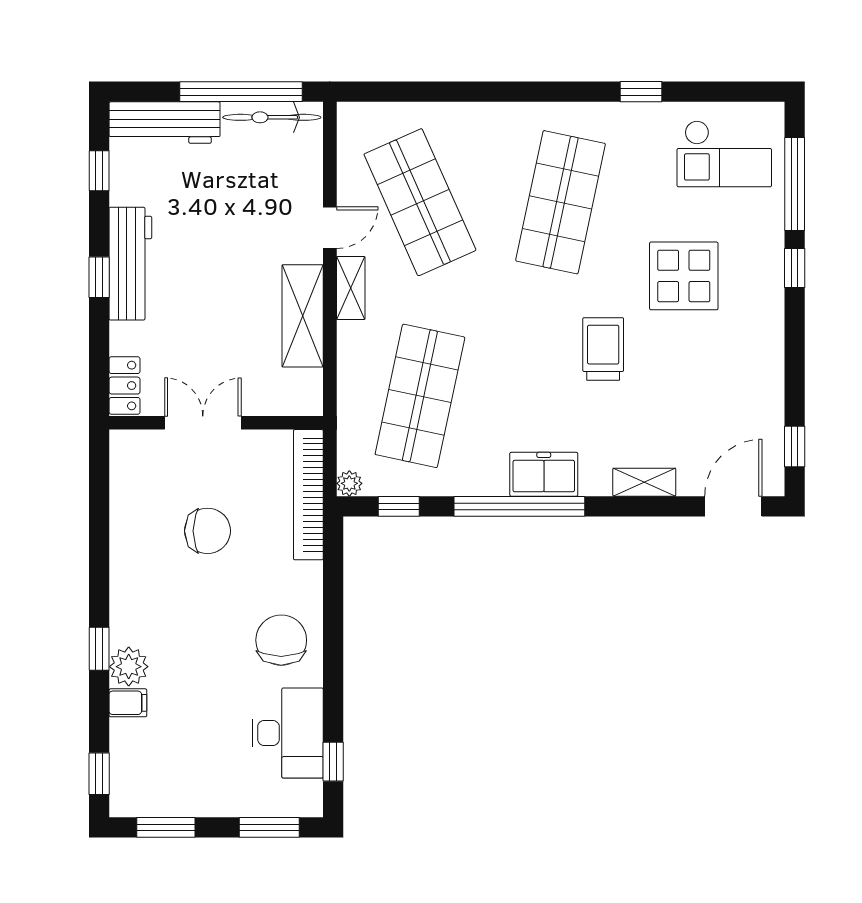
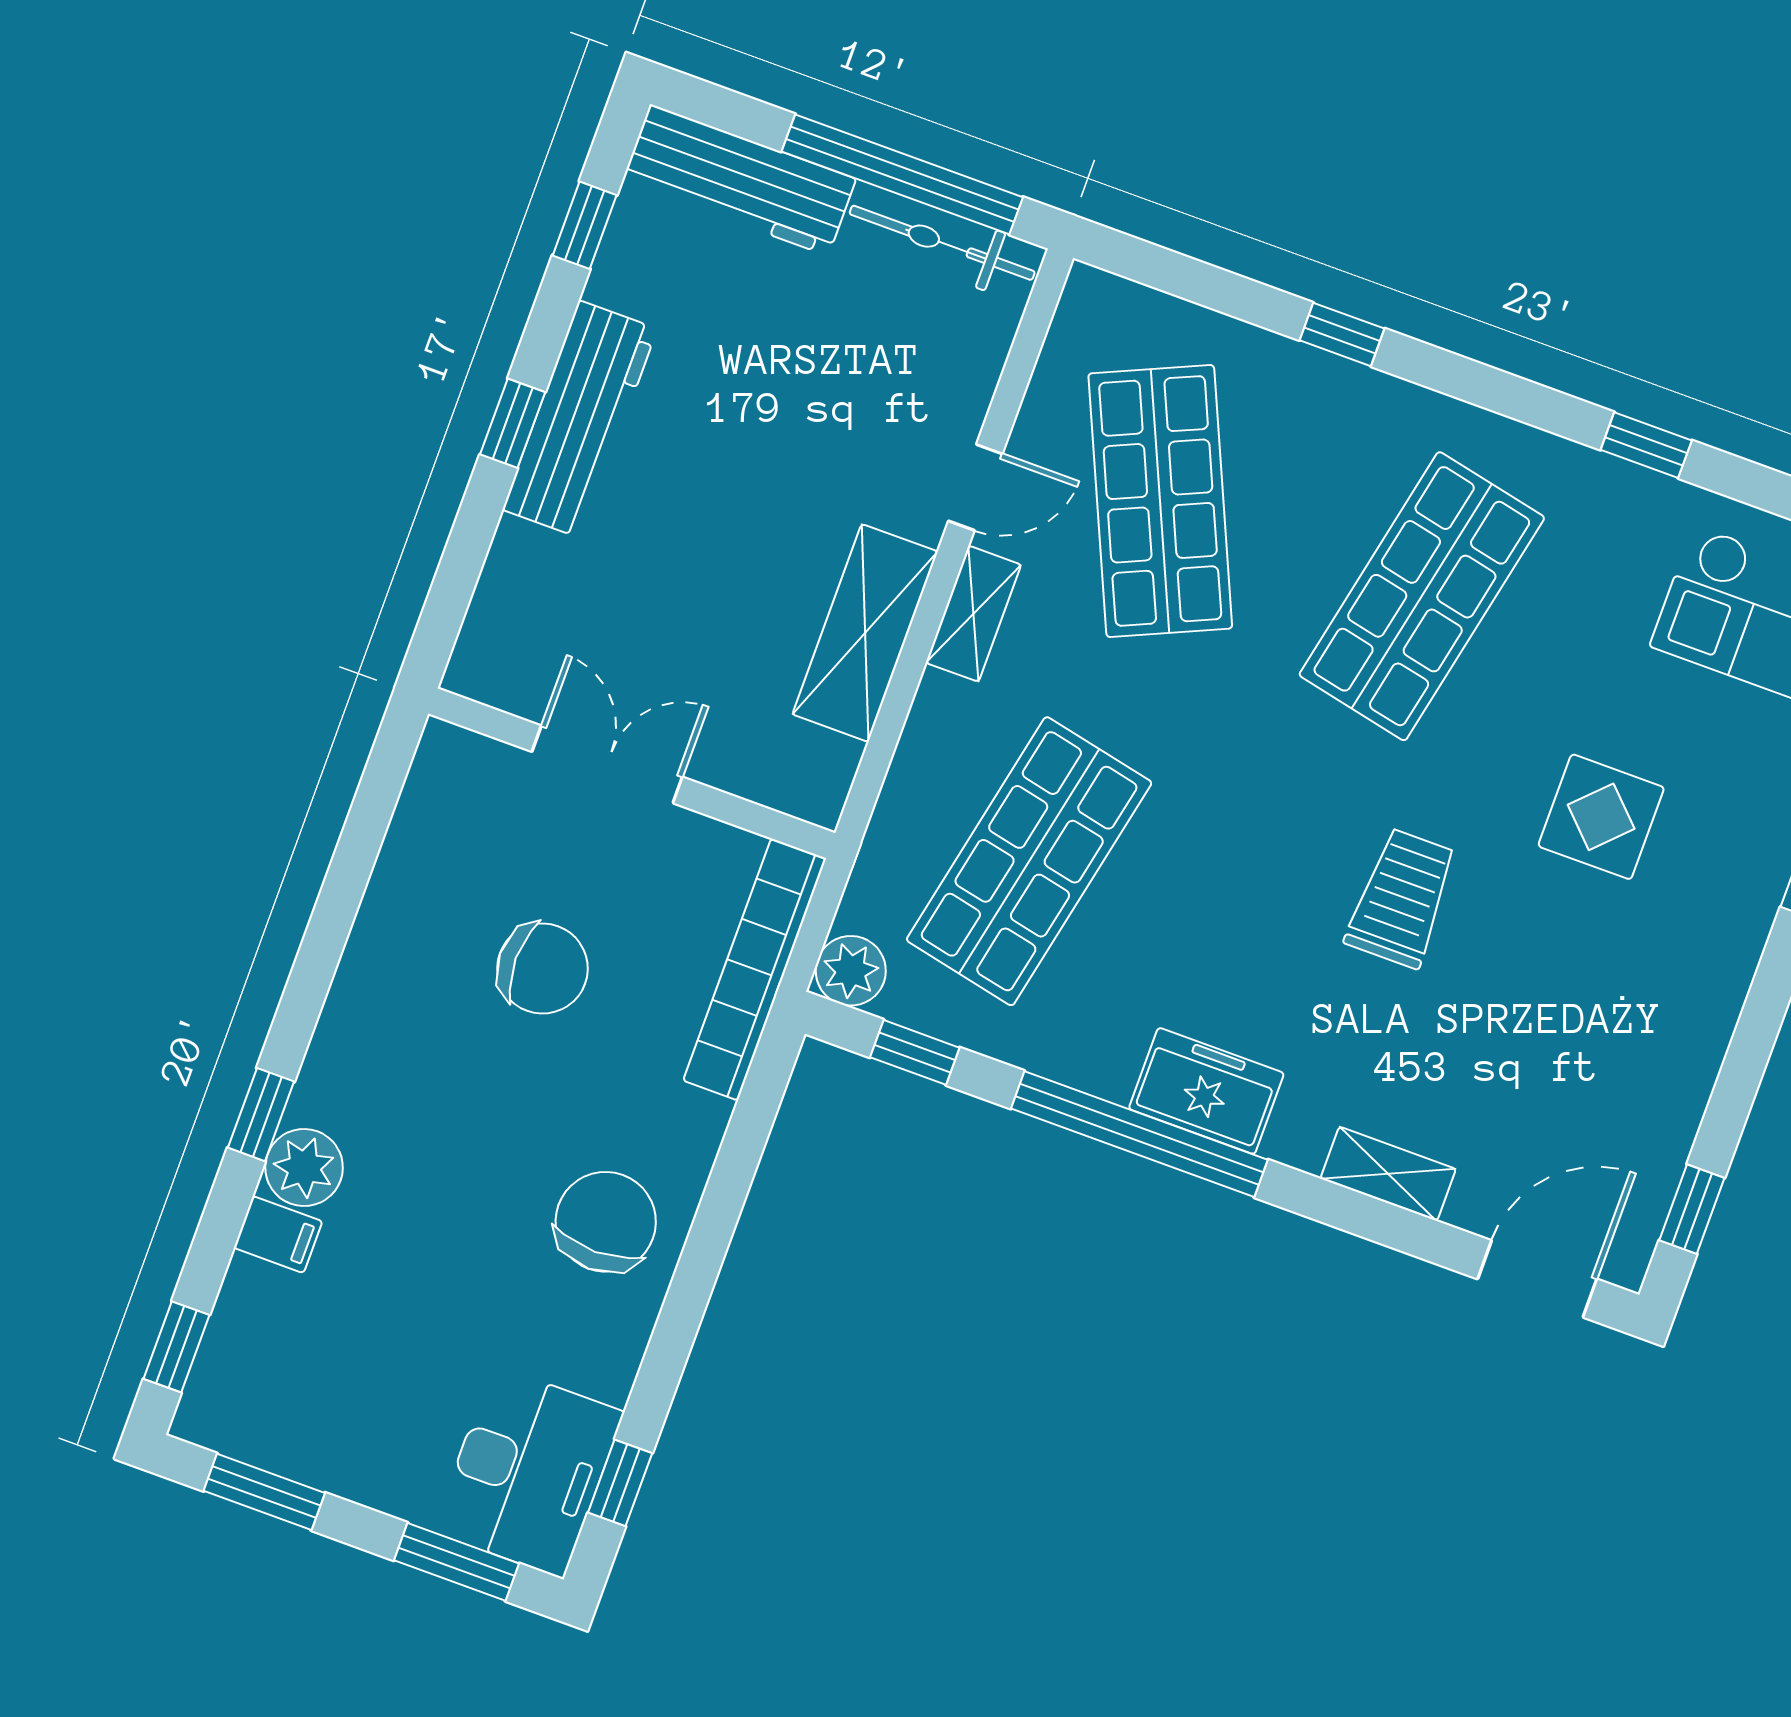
window: (477, 92) -> (1342, 334), added
display table: (684, 276) -> (1601, 817), width x0.73, depth x0.73
locker: (125, 386) -> (487, 642), removed
plant: (349, 483) -> (851, 971), width x1.38, depth x1.38
desk: (288, 733) -> (528, 1472), moved

